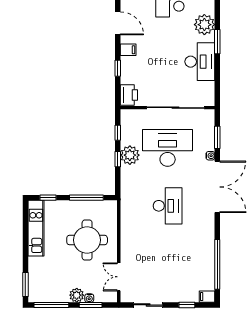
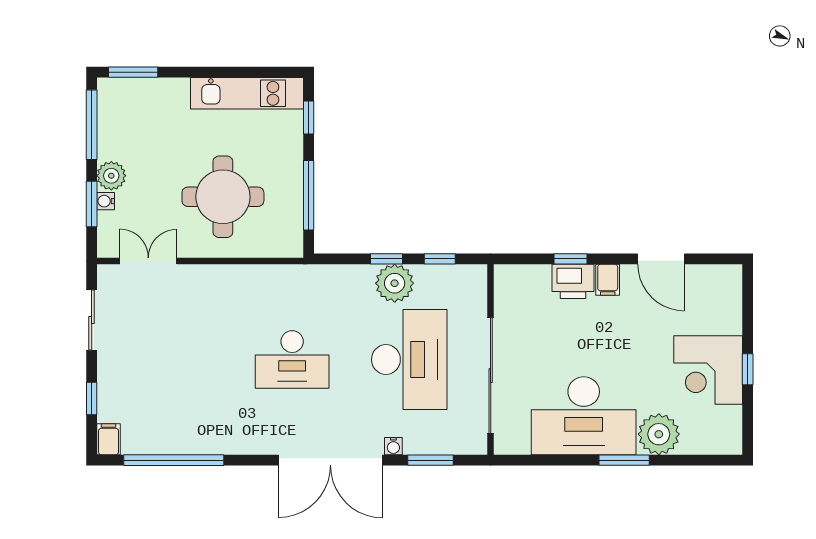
door: (118, 23) -> (661, 259), hinge flipped
desk: (200, 62) -> (584, 416), width x1.36, depth x1.30
printer: (129, 95) -> (573, 281), moved

